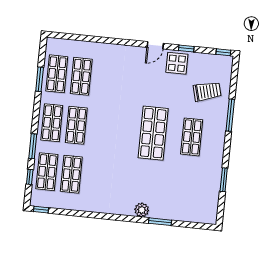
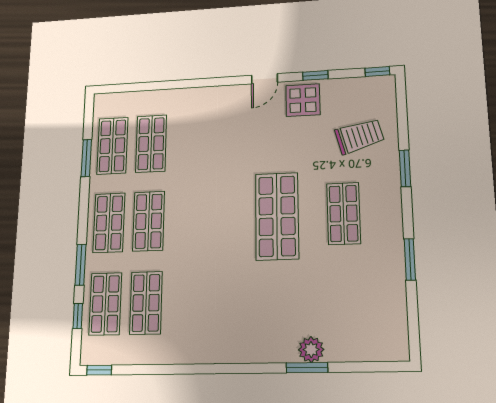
window: (230, 115) -> (405, 168), width x0.69
window: (224, 180) -> (410, 259), moved
plant: (142, 210) -> (311, 350), moved

